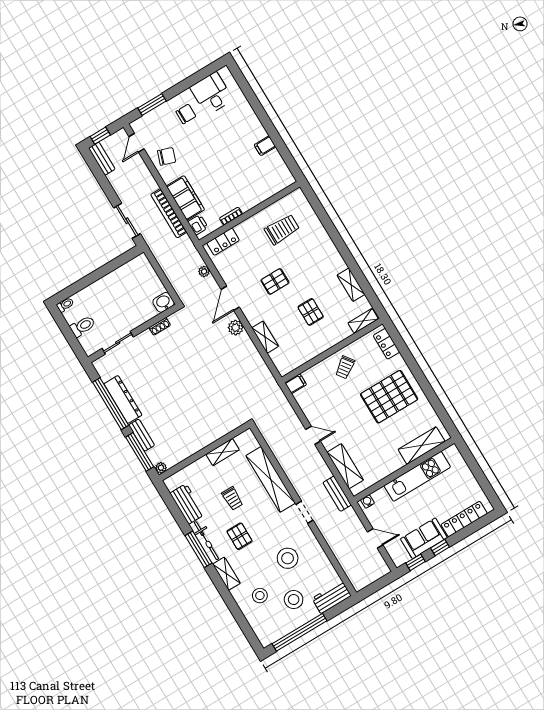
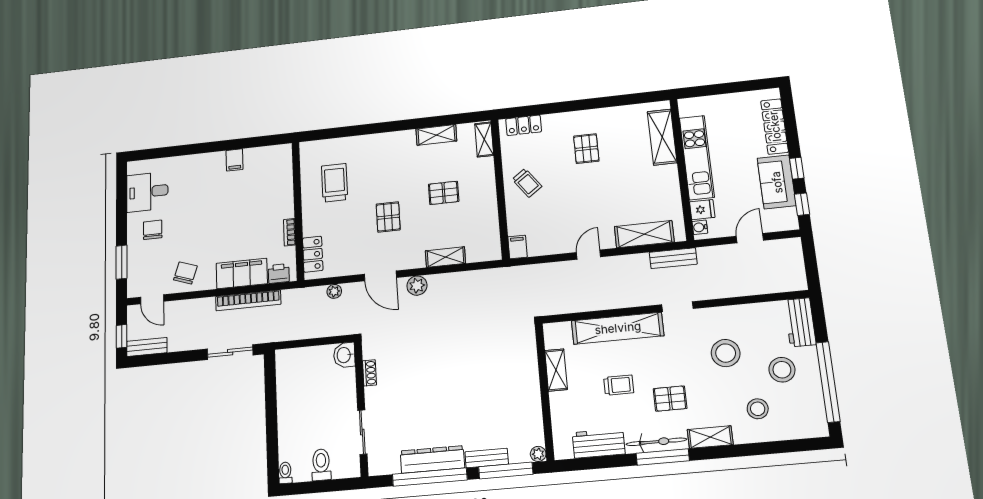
pallet: (389, 397) -> (586, 149), width x0.49, depth x0.50
fridge: (381, 497) -> (702, 210), added

